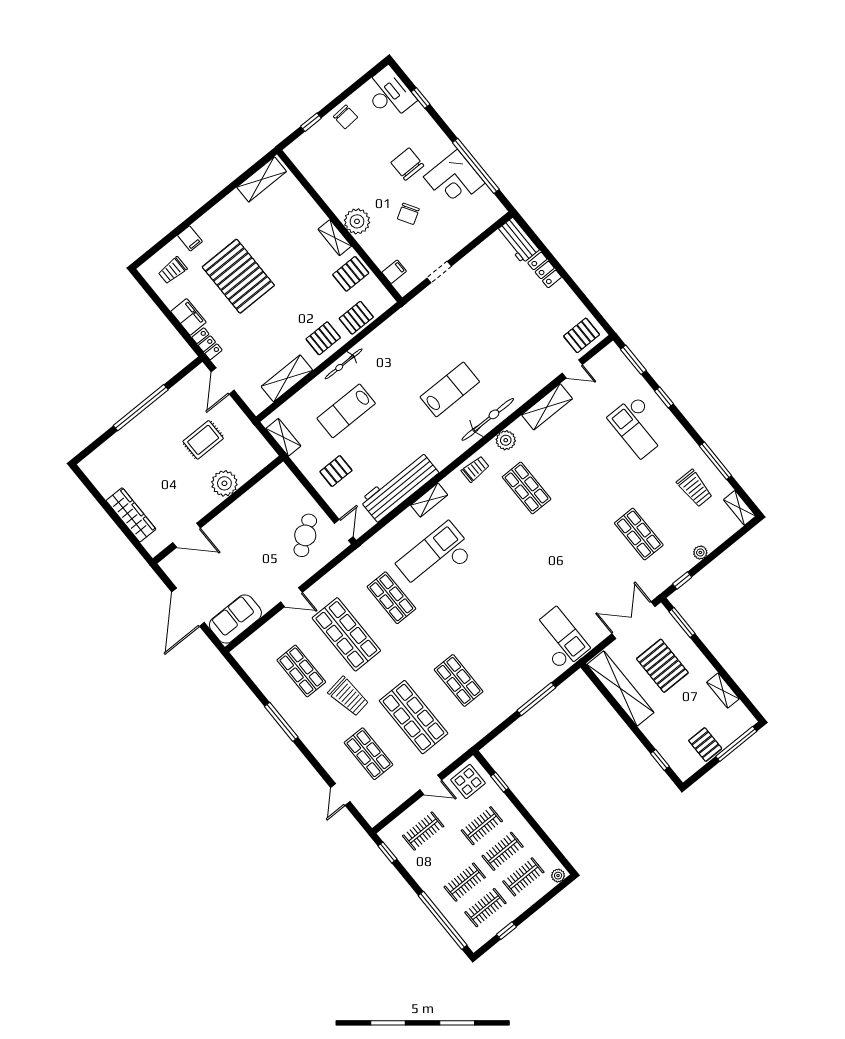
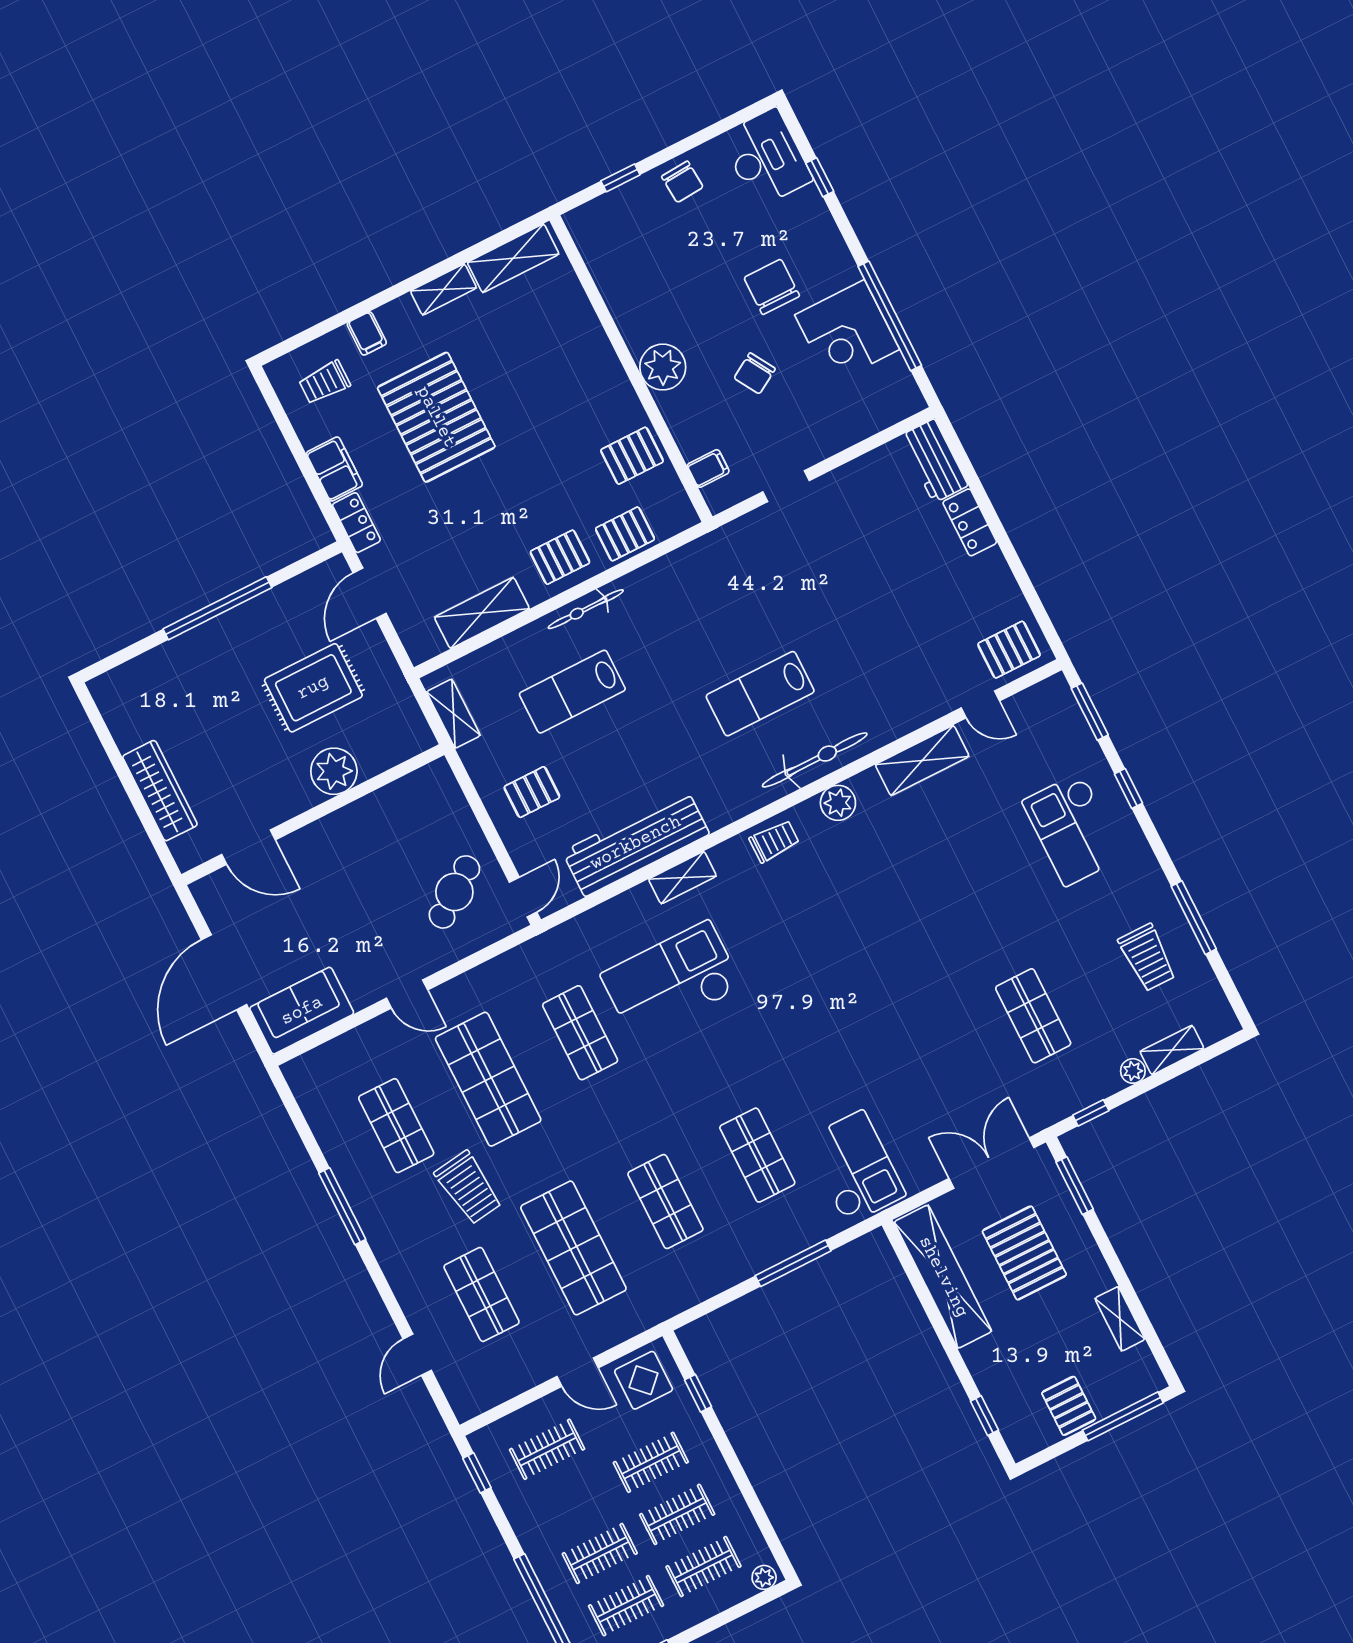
shelving: (335, 238) -> (443, 289), moved, turned 90
lab bench: (450, 389) -> (760, 694), turned 180
rug: (203, 440) -> (313, 688), width x1.36, depth x1.43
shop shelf: (527, 488) -> (757, 1155), moved
shelving: (740, 508) -> (1172, 1050), moved, turned 90

